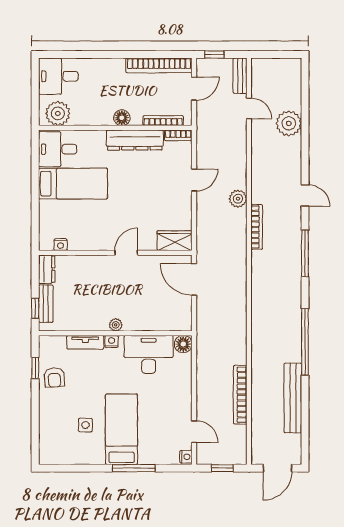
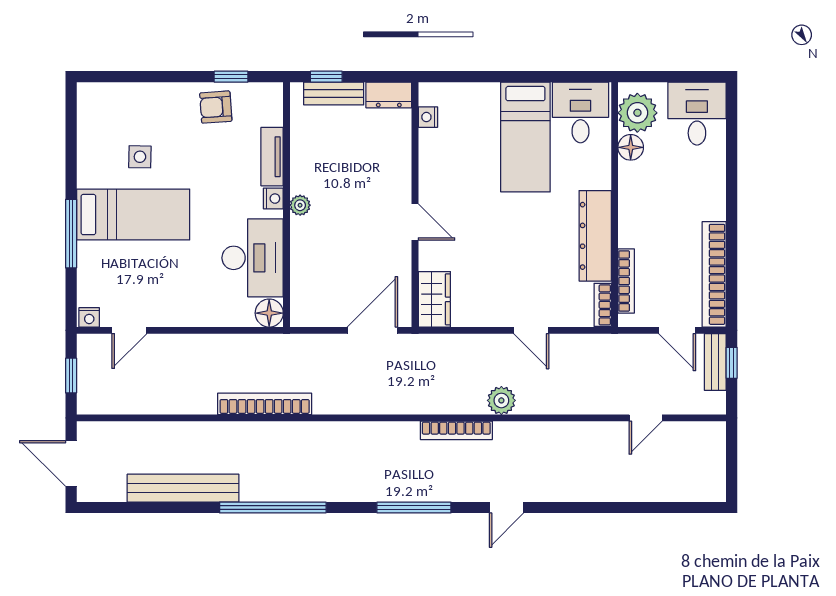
bench: (240, 76) -> (715, 362), moved, turned 90
floor lamp: (122, 118) -> (631, 147), moved
plant: (289, 123) -> (622, 482), removed
bookcase: (240, 395) -> (265, 404), moved

